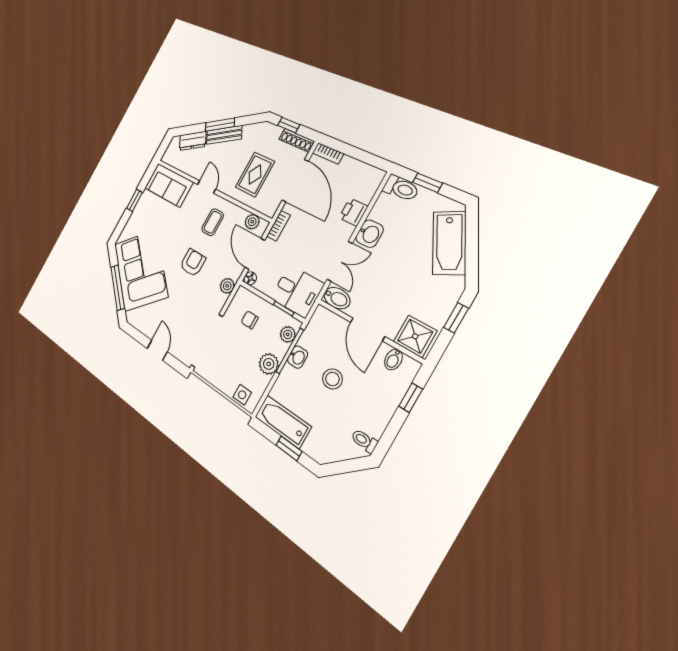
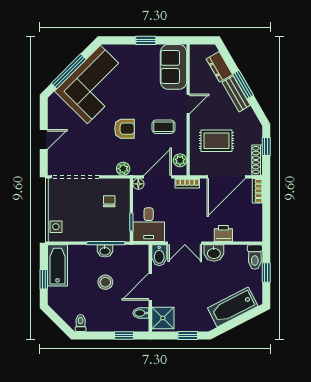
plant: (288, 334) -> (116, 235), removed
plant: (269, 364) -> (88, 233), removed

